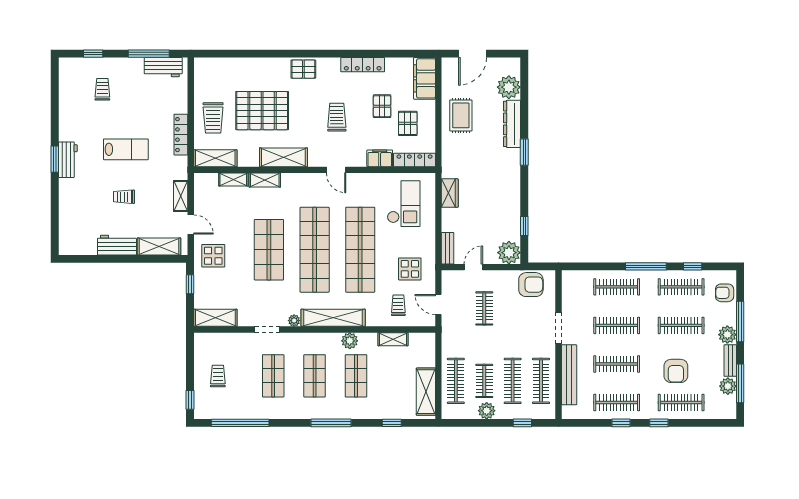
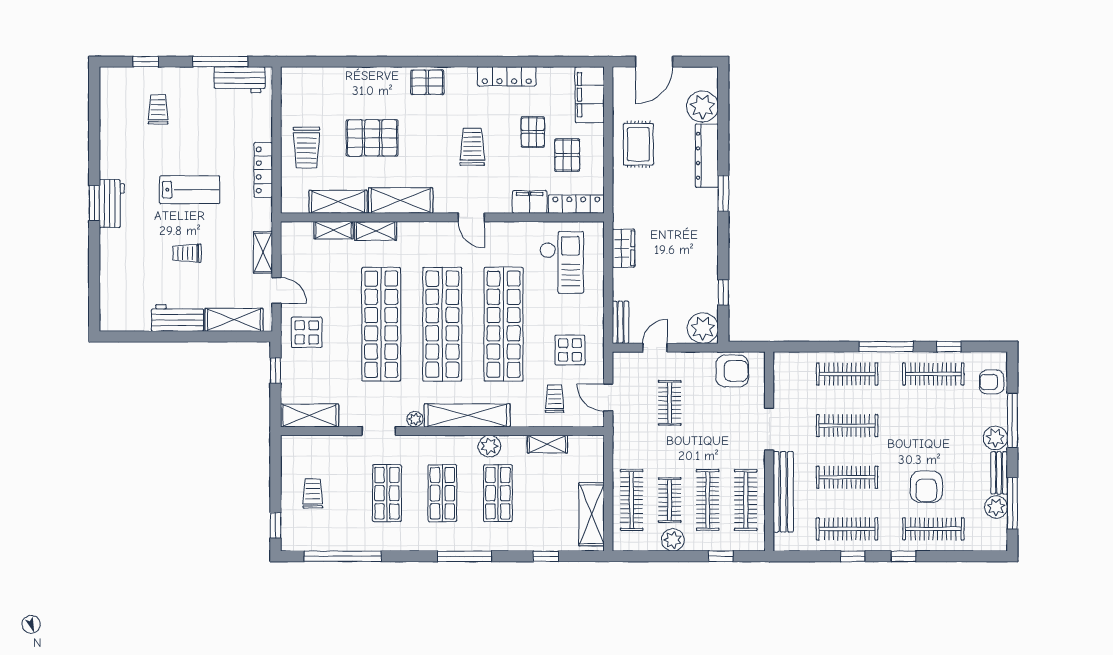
pallet: (262, 111) -> (372, 138), width x0.73, depth x0.71
shelving: (215, 158) -> (338, 202), moved
shop shelf: (269, 250) -> (381, 324), width x1.40
clothes rail: (681, 325) -> (933, 426), removed

